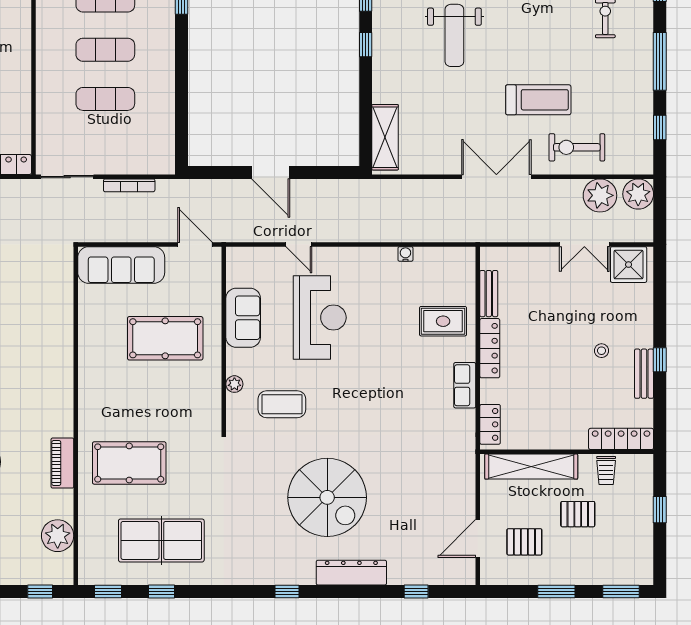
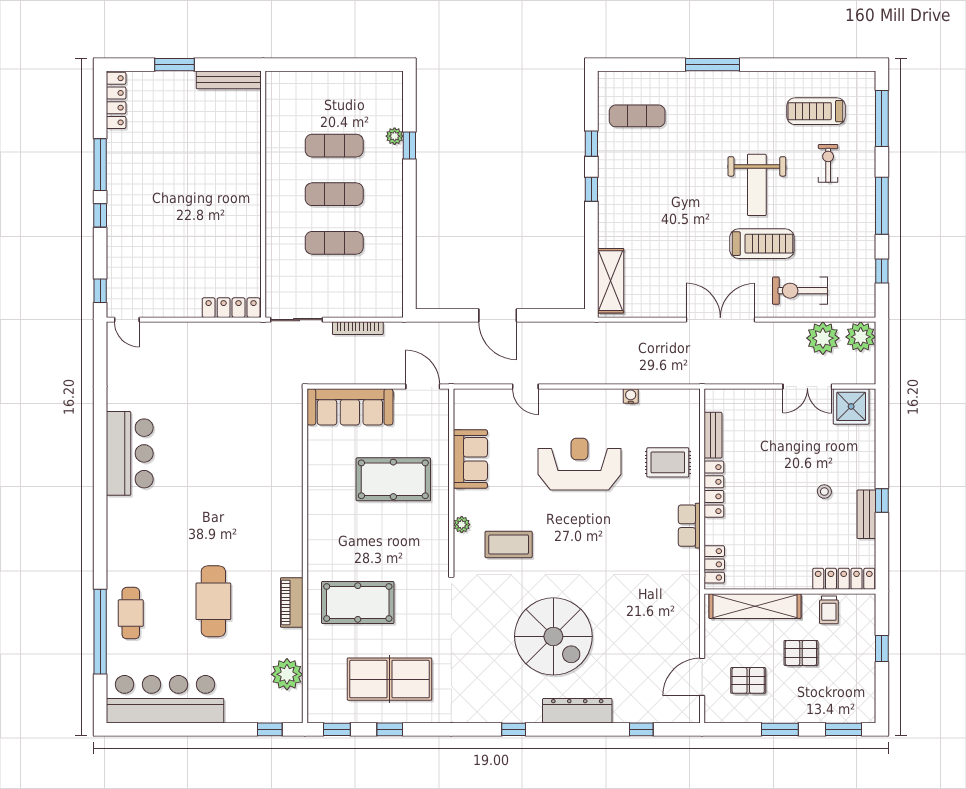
weight bench: (454, 35) -> (757, 185), moved
reception desk: (320, 318) -> (579, 464), moved, turned -90

